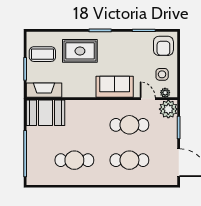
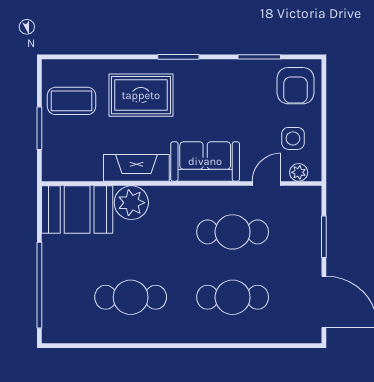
fireplace: (44, 90) -> (136, 168), moved
door: (148, 99) -> (267, 183), hinge flipped
plant: (168, 109) -> (131, 203), moved

